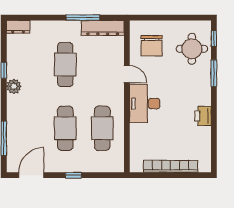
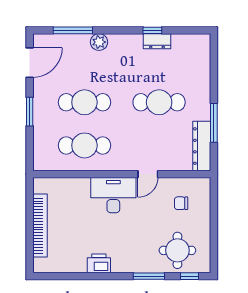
dresser: (18, 27) -> (157, 41), moved, turned -90
chair: (152, 46) -> (181, 203), width x0.54, depth x0.54
plant: (14, 86) -> (99, 42), moved
door: (31, 175) -> (30, 63), hinge flipped
window: (73, 175) -> (30, 112), width x1.50

